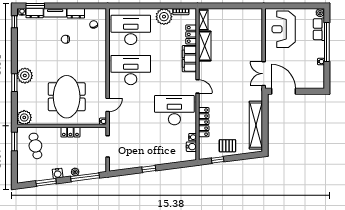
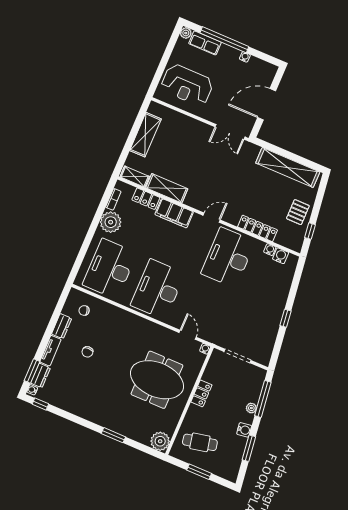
shelving: (236, 15) -> (145, 135), added
plant: (25, 76) -> (110, 419), removed
door: (284, 91) -> (267, 104), moved
window: (14, 142) -> (199, 472), moved

